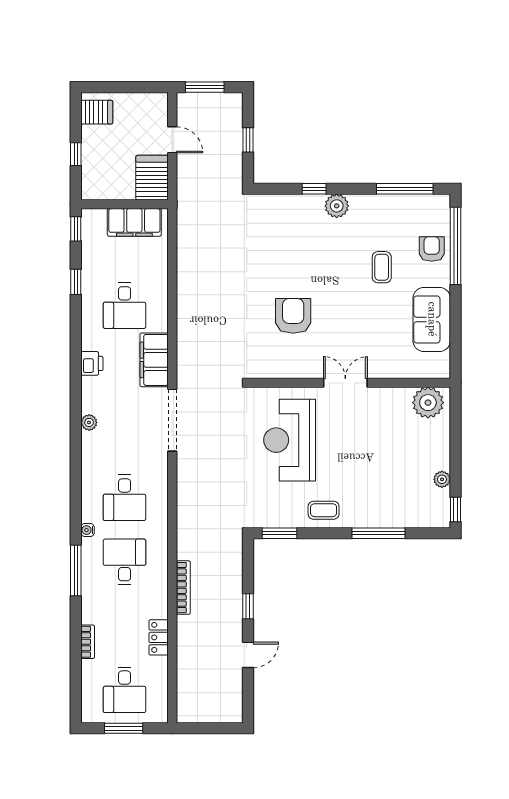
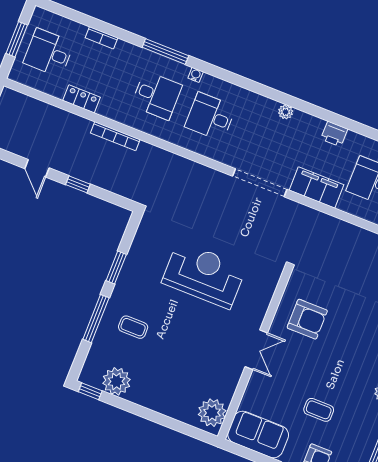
double door: (345, 383) -> (256, 350), moved
wall: (351, 383) -> (254, 354), moved
plant: (428, 403) -> (212, 413), moved
plant: (442, 479) -> (116, 381), width x1.87, depth x1.87
coffee table: (324, 510) -> (133, 327), moved, turned 90
window: (280, 533) -> (116, 267), moved

